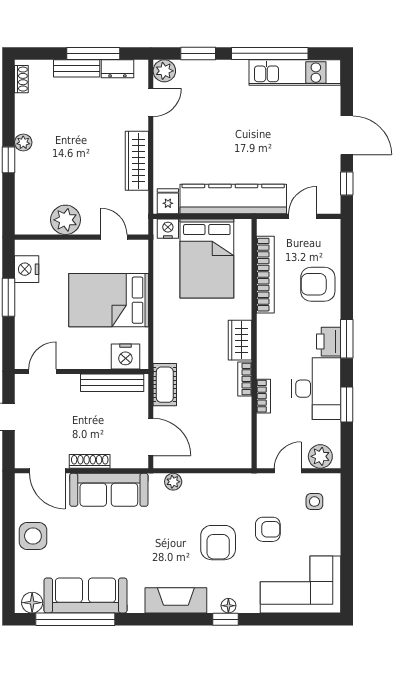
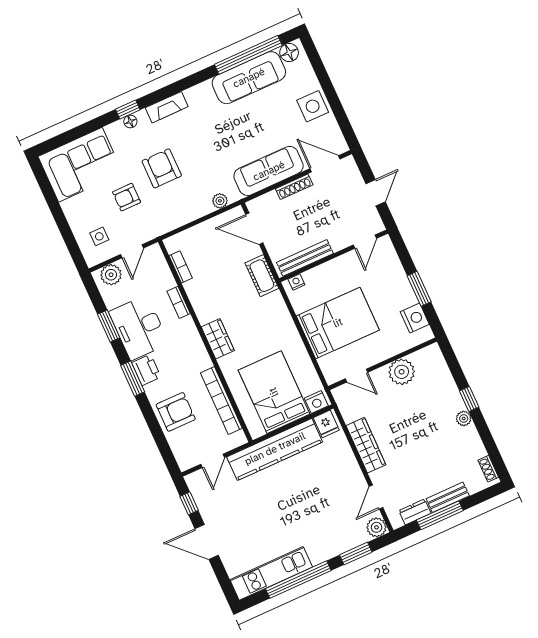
nightstand: (125, 356) -> (296, 282), width x0.53, depth x0.56
bookcase: (245, 379) -> (181, 267), moved
fireplace: (176, 600) -> (167, 107), width x0.73, depth x0.76

